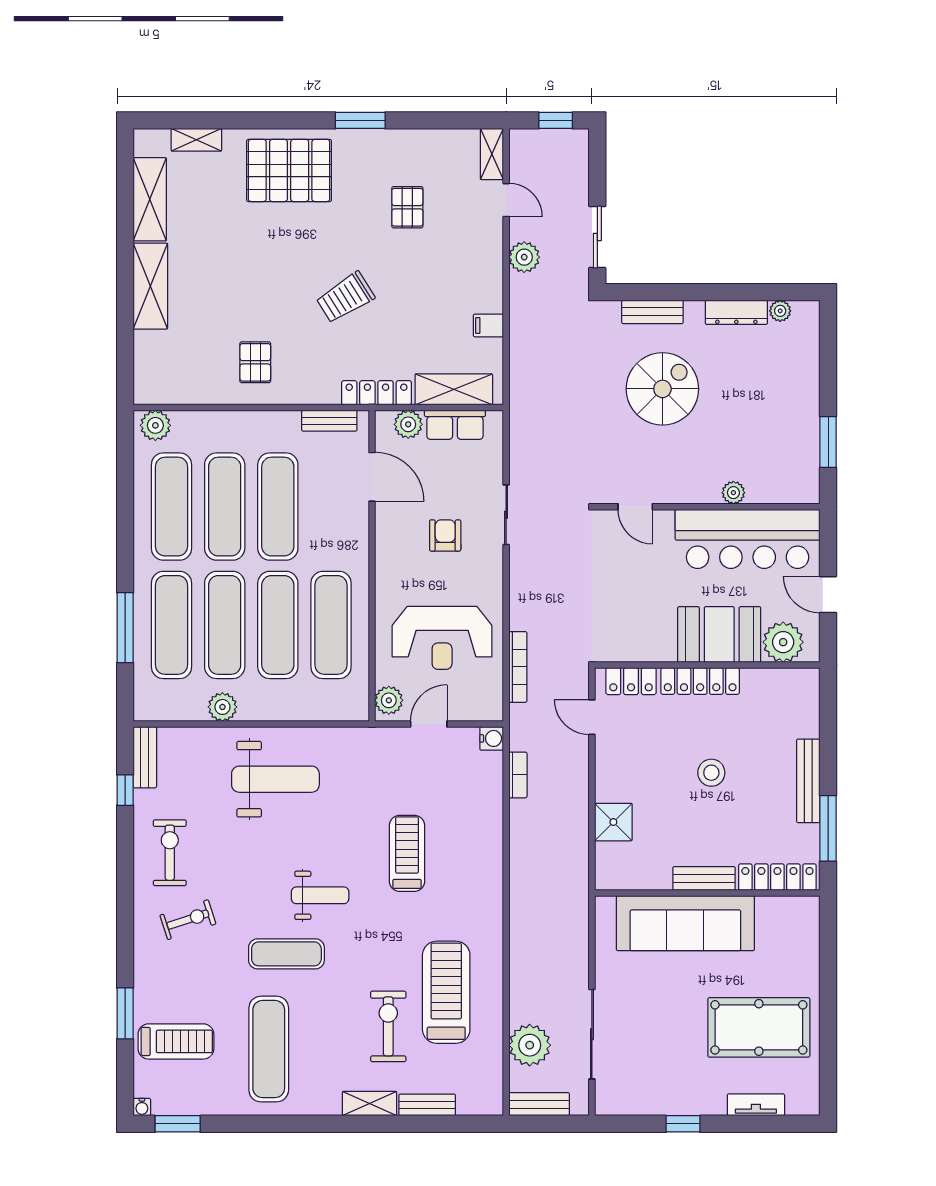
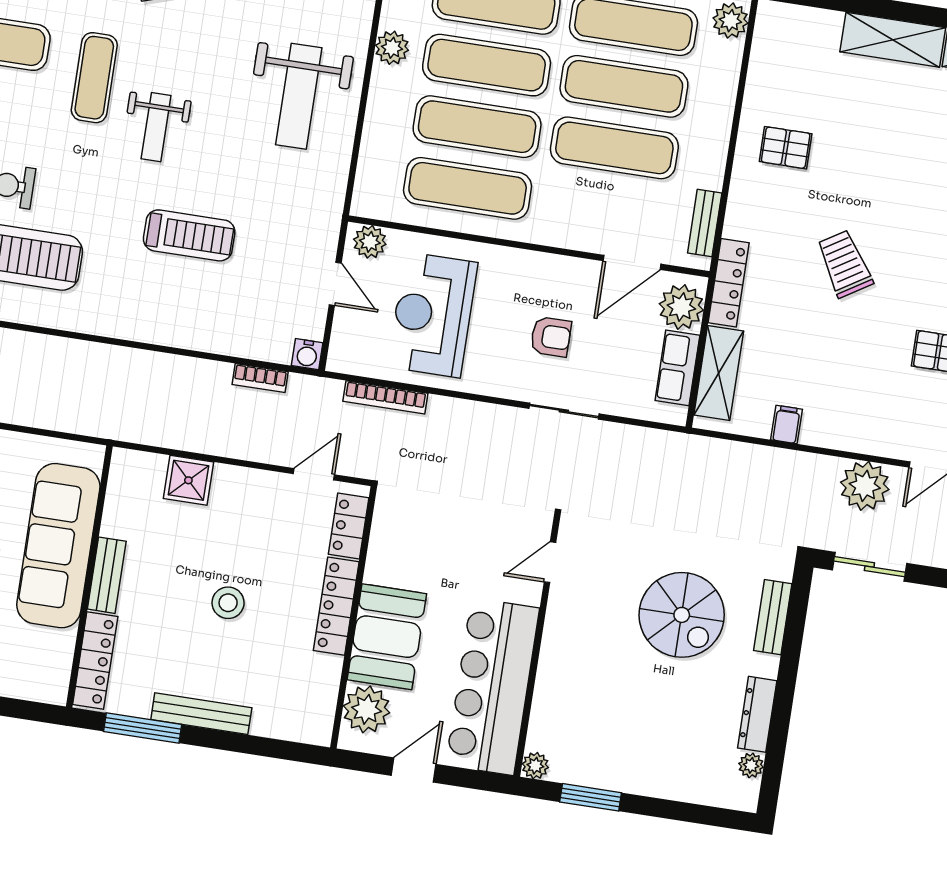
plant: (524, 257) -> (865, 486), width x1.36, depth x1.36
plant: (408, 424) -> (681, 307), width x1.36, depth x1.36
plant: (733, 493) -> (535, 766), moved

